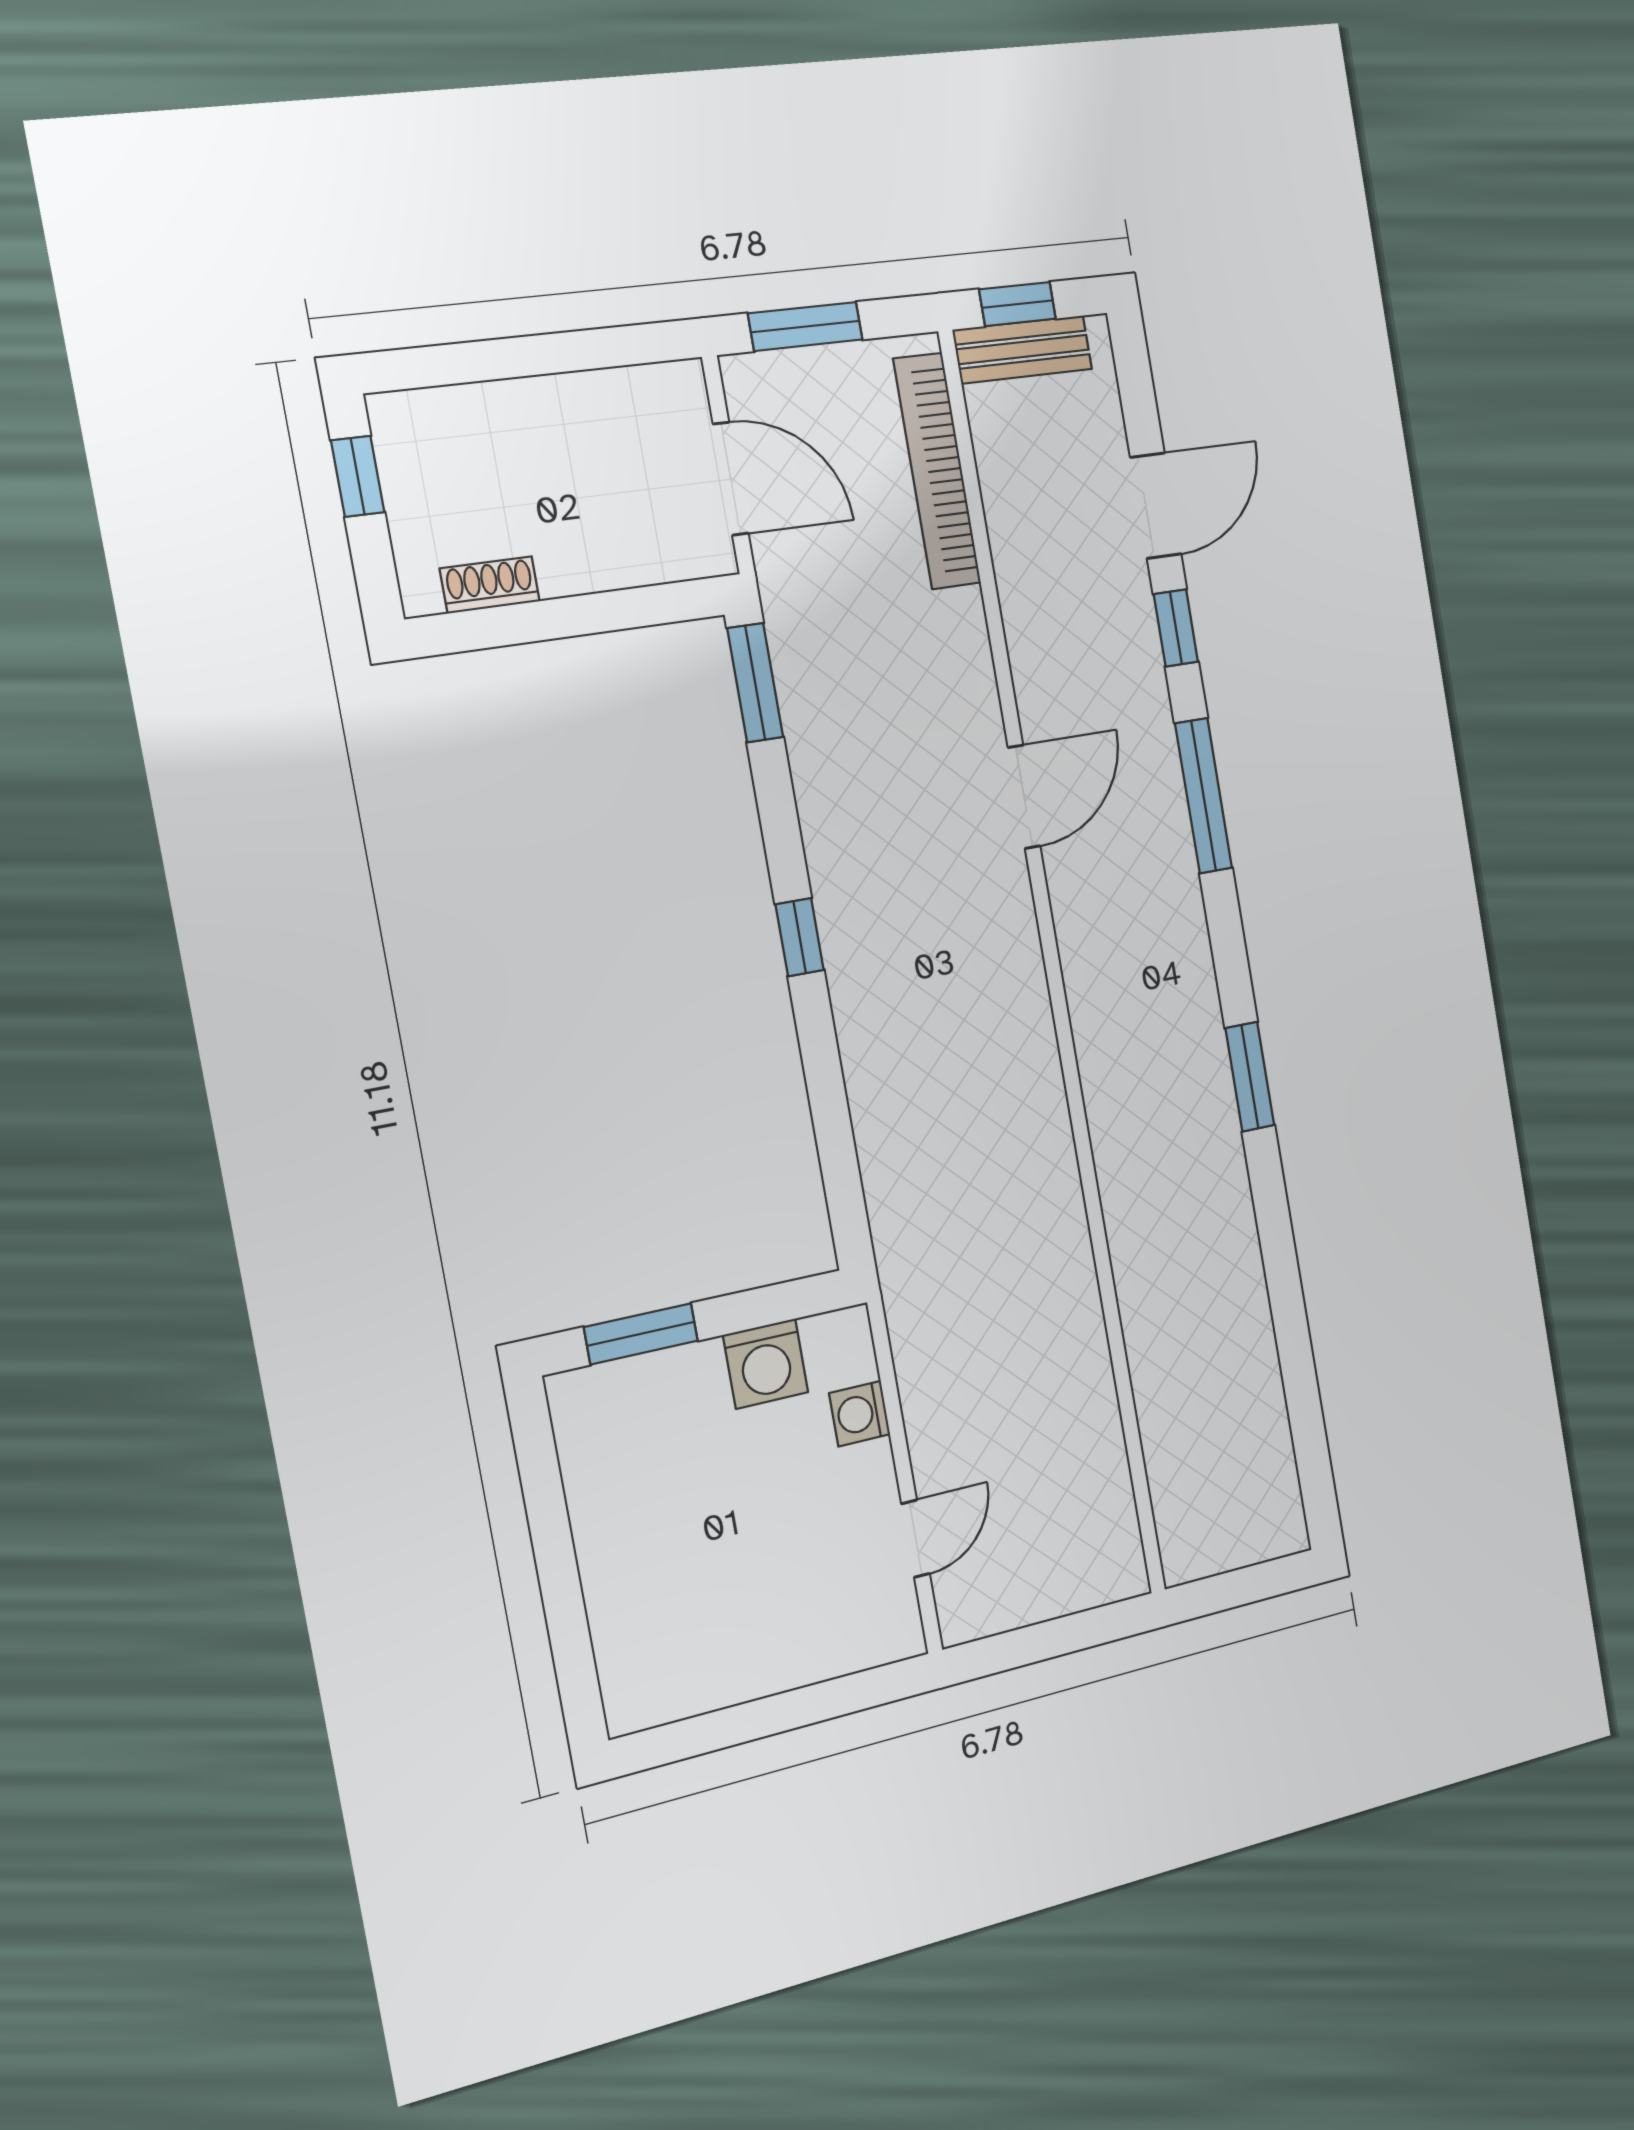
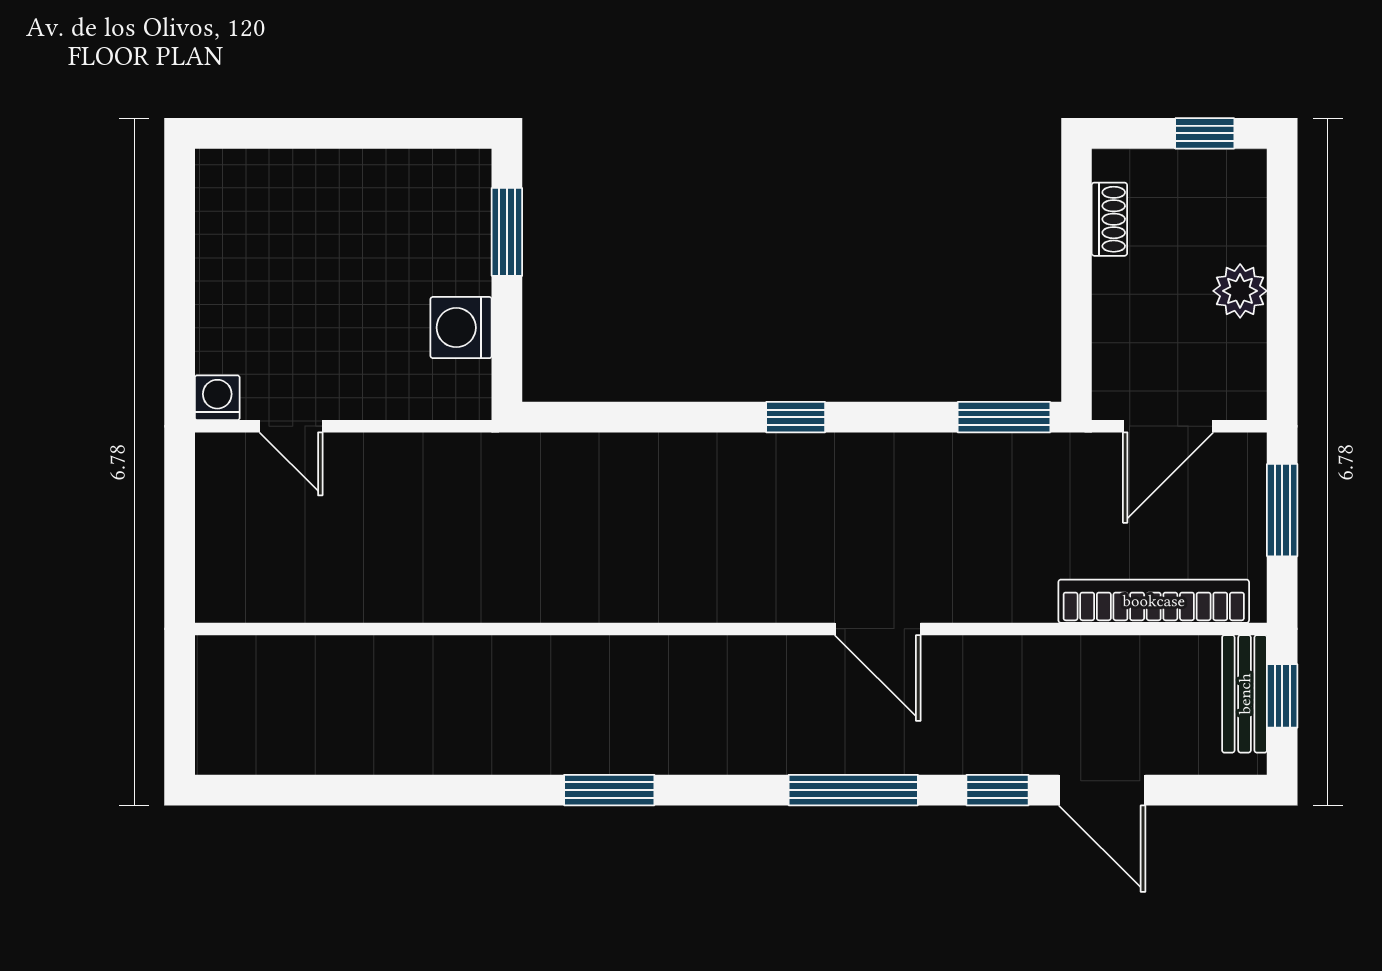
plant: (550, 408) -> (1240, 291), added
washing machine: (860, 1414) -> (217, 398), moved

